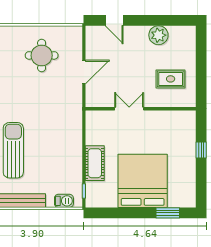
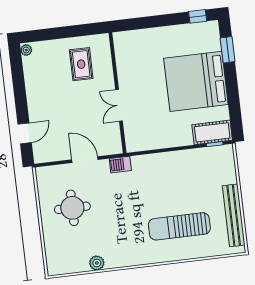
plant: (158, 35) -> (26, 50), moved, width x0.53, depth x0.53
window: (201, 150) -> (198, 16), moved
cot: (95, 163) -> (212, 132), moved
barbecue: (64, 201) -> (120, 165), moved, turned -90

